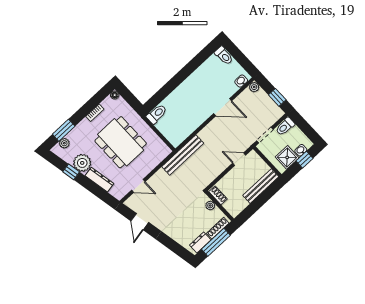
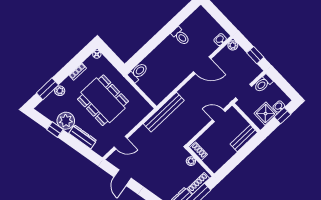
toilet: (224, 56) -> (181, 36), moved
plant: (64, 143) -> (60, 91), moved
bench: (261, 186) -> (244, 138), width x0.73

